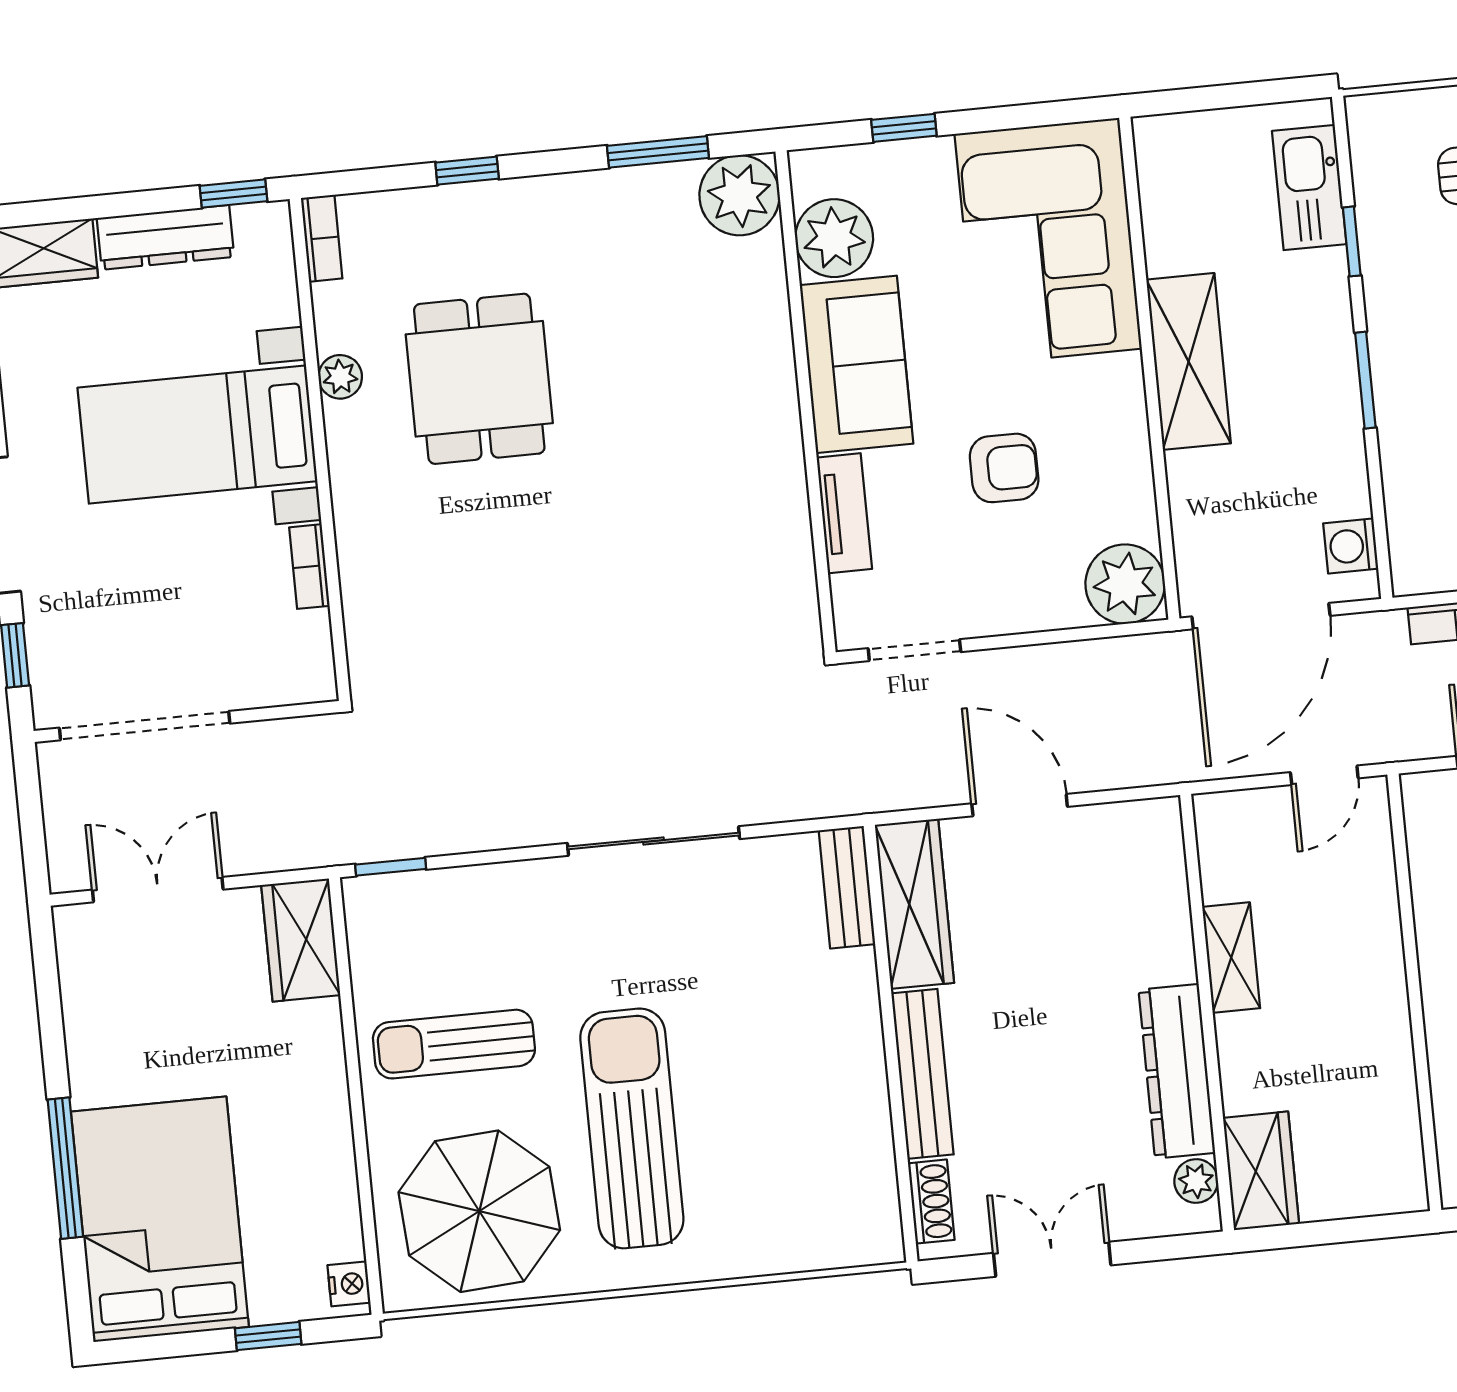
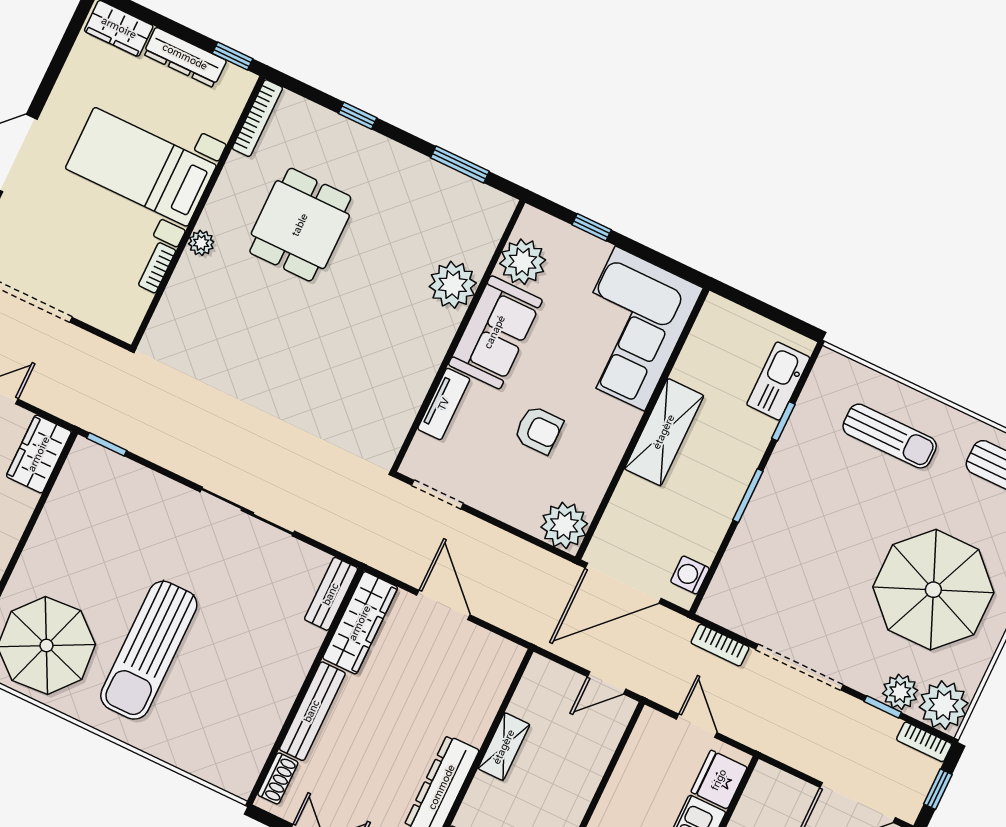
plant: (739, 195) -> (453, 285), moved
bookcase: (322, 238) -> (257, 118), width x1.56
plant: (340, 377) -> (201, 243), moved
sun lounger: (454, 1044) -> (85, 553), removed
sun lounger: (632, 1128) -> (149, 650), turned 180

